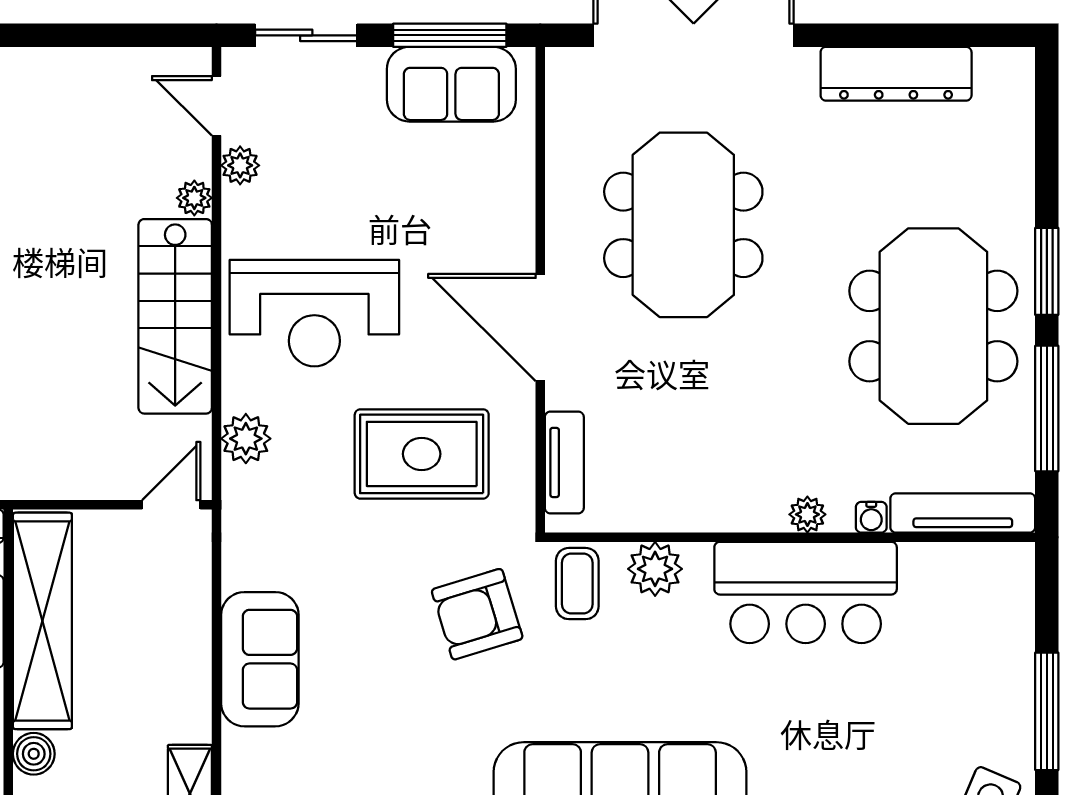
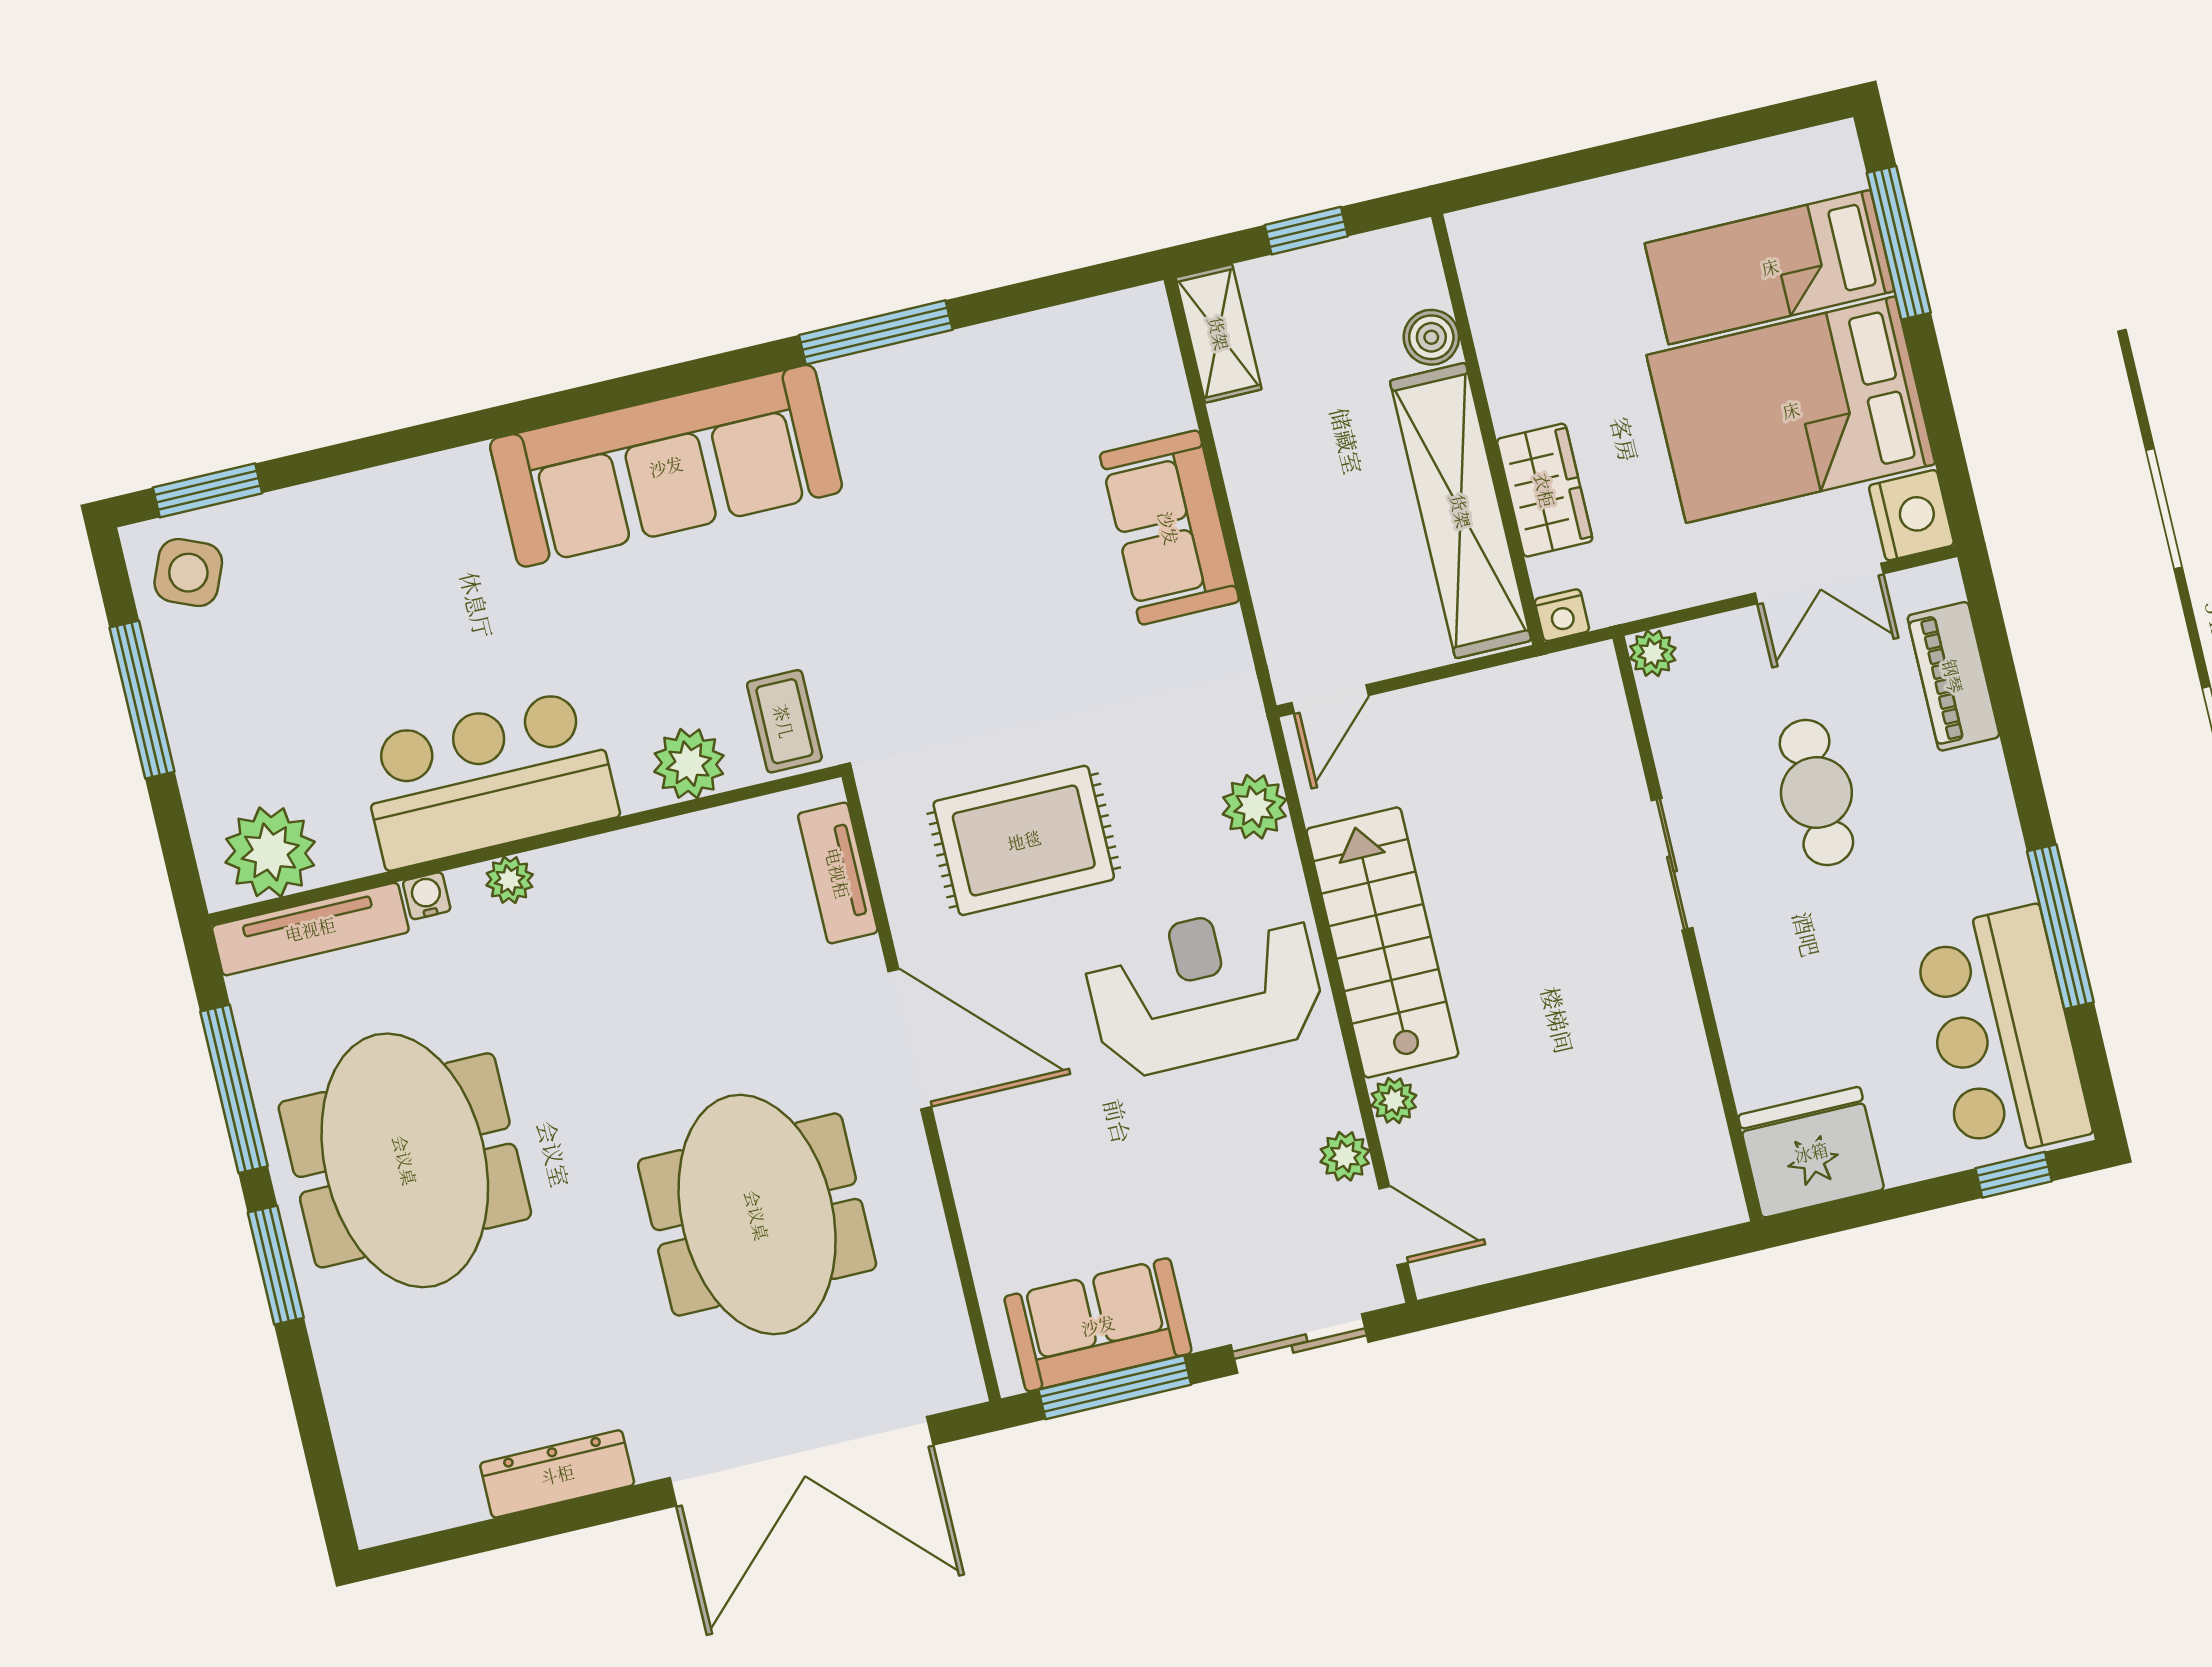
dresser: (896, 74) -> (557, 1474), width x0.73, depth x0.80
plant: (979, 577) -> (270, 852), added
armchair: (477, 614) -> (904, 651), removed

